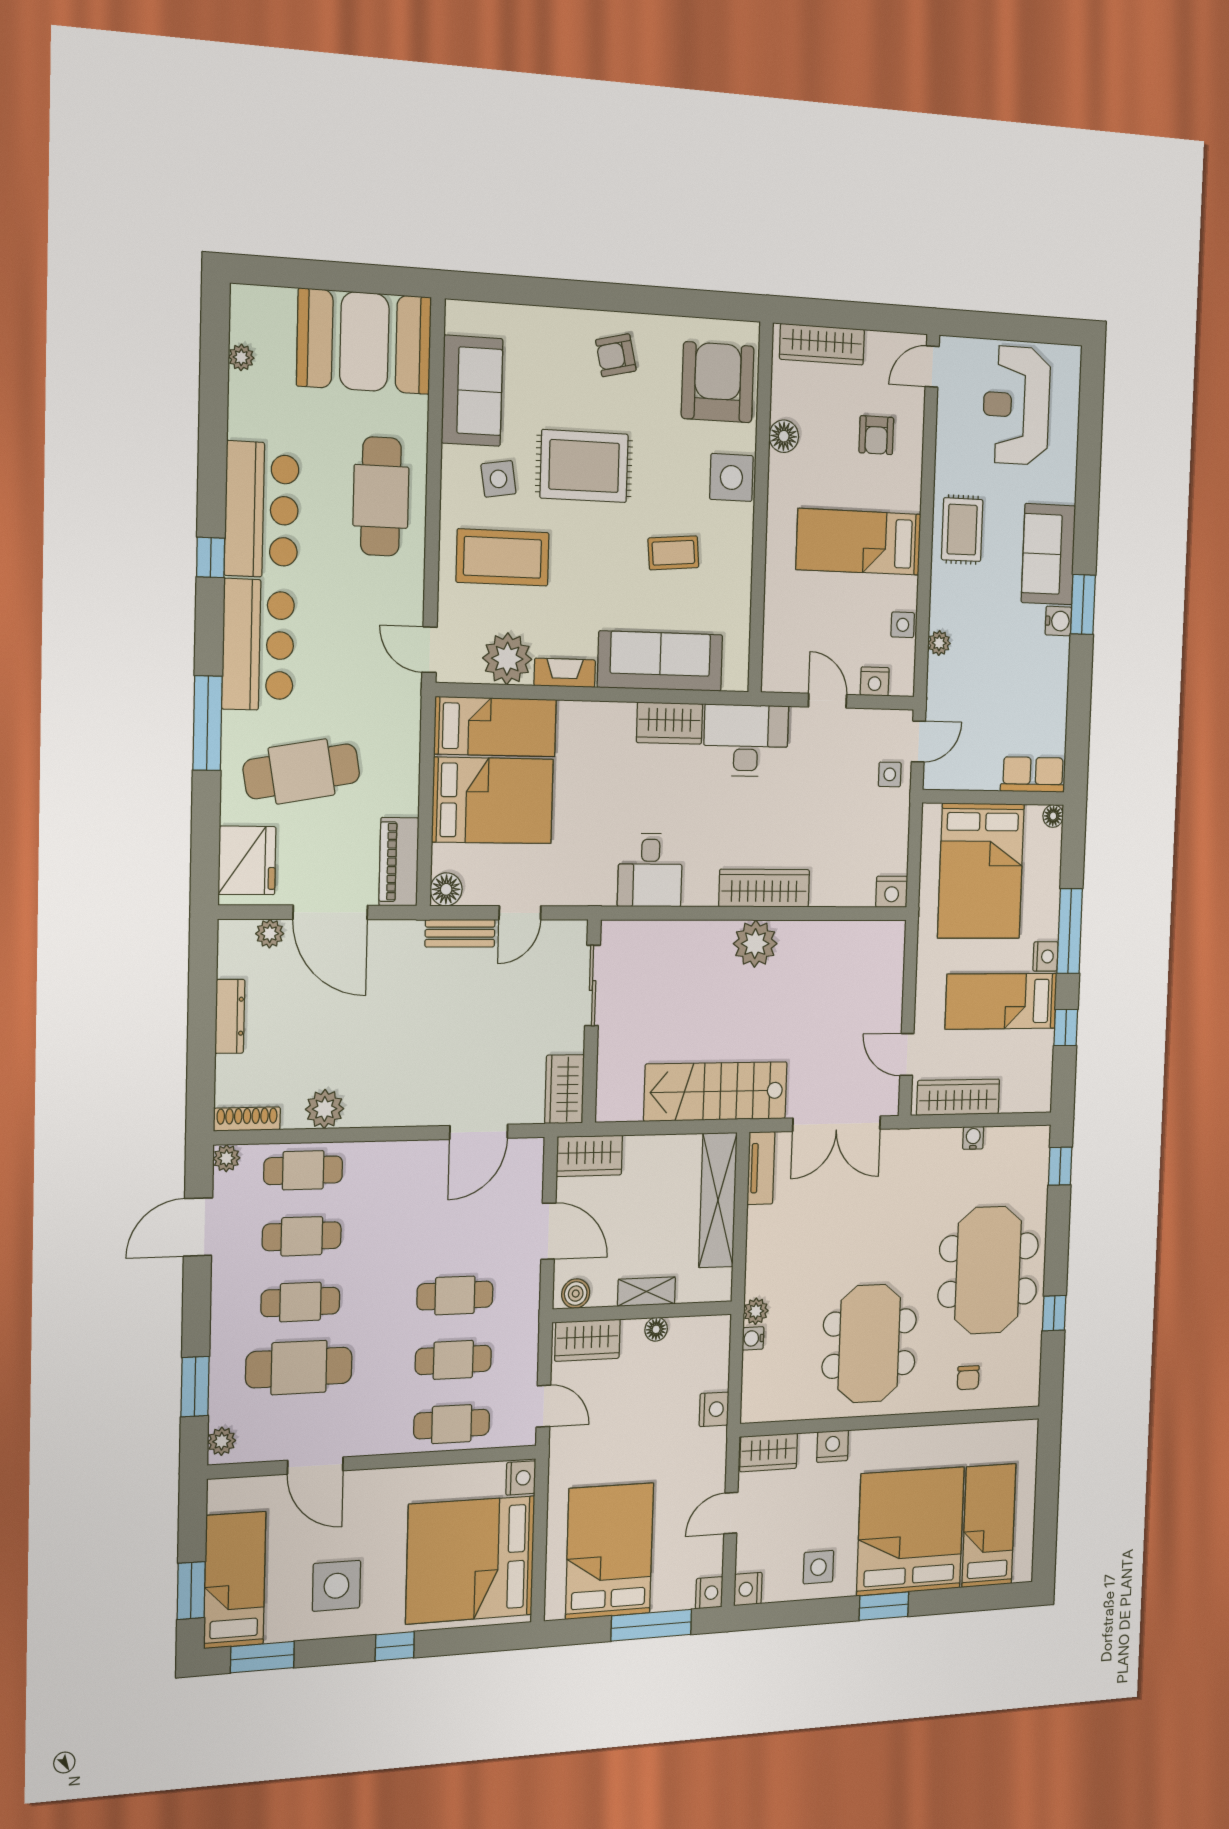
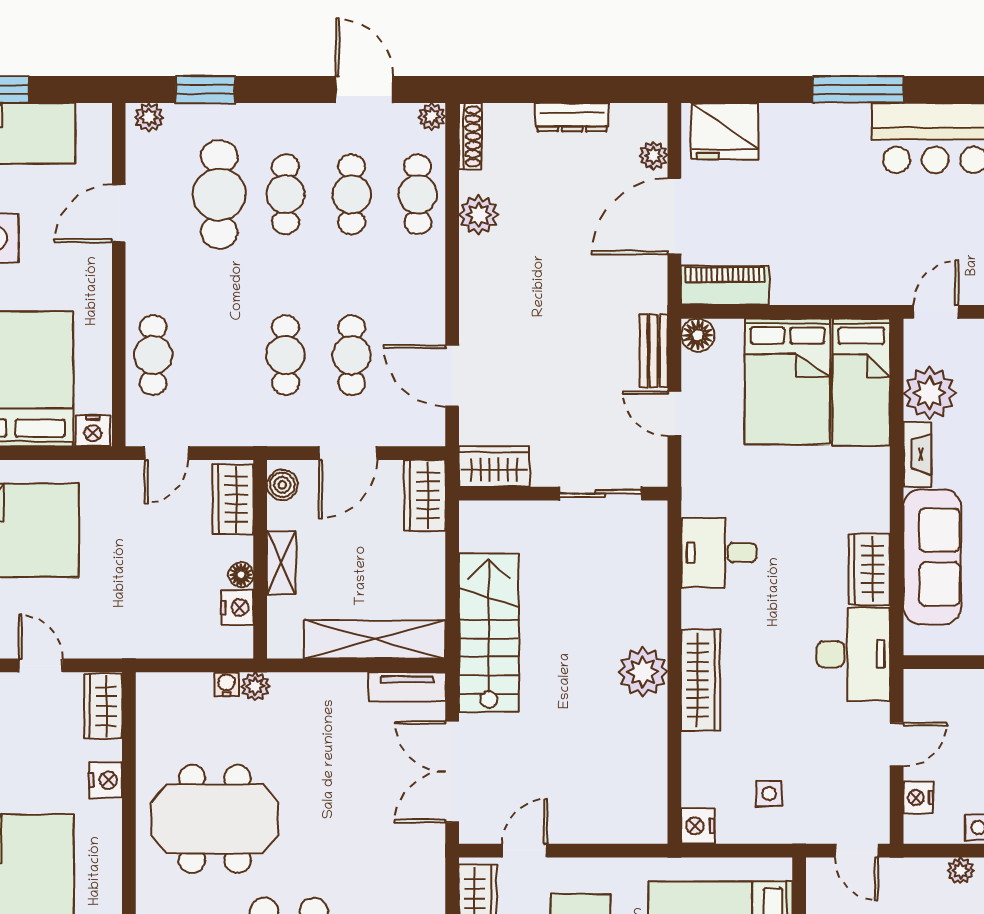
cafe table: (302, 771) -> (813, 184), removed
side table: (890, 774) -> (769, 794), moved
cafe table: (453, 1360) -> (352, 355), moved
nightstand: (714, 1409) -> (237, 607), moved, turned -90

